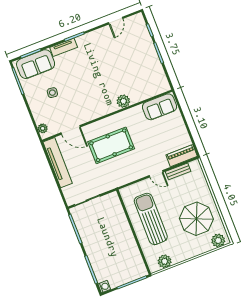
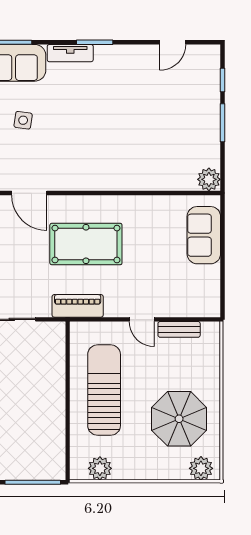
plant: (123, 101) -> (209, 179), moved
sofa: (160, 107) -> (204, 235), moved, turned 90
piano: (182, 156) -> (78, 306), moved

